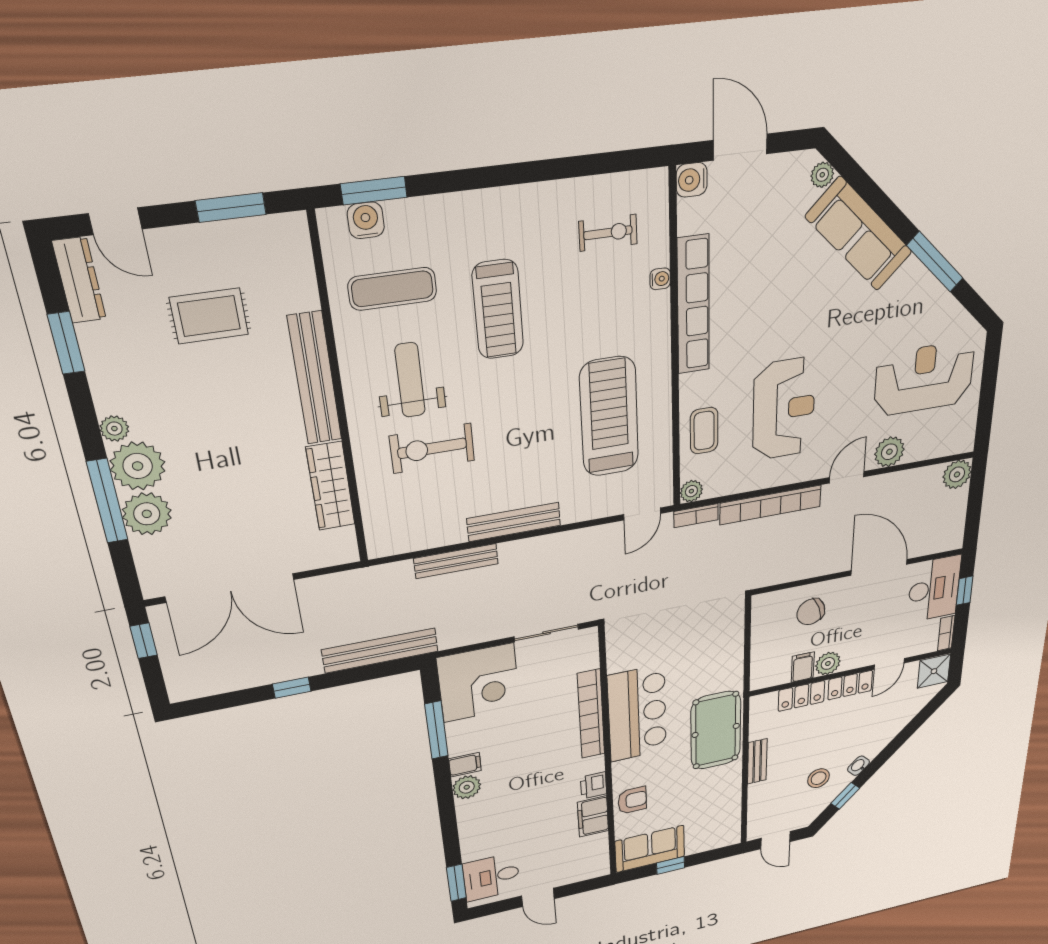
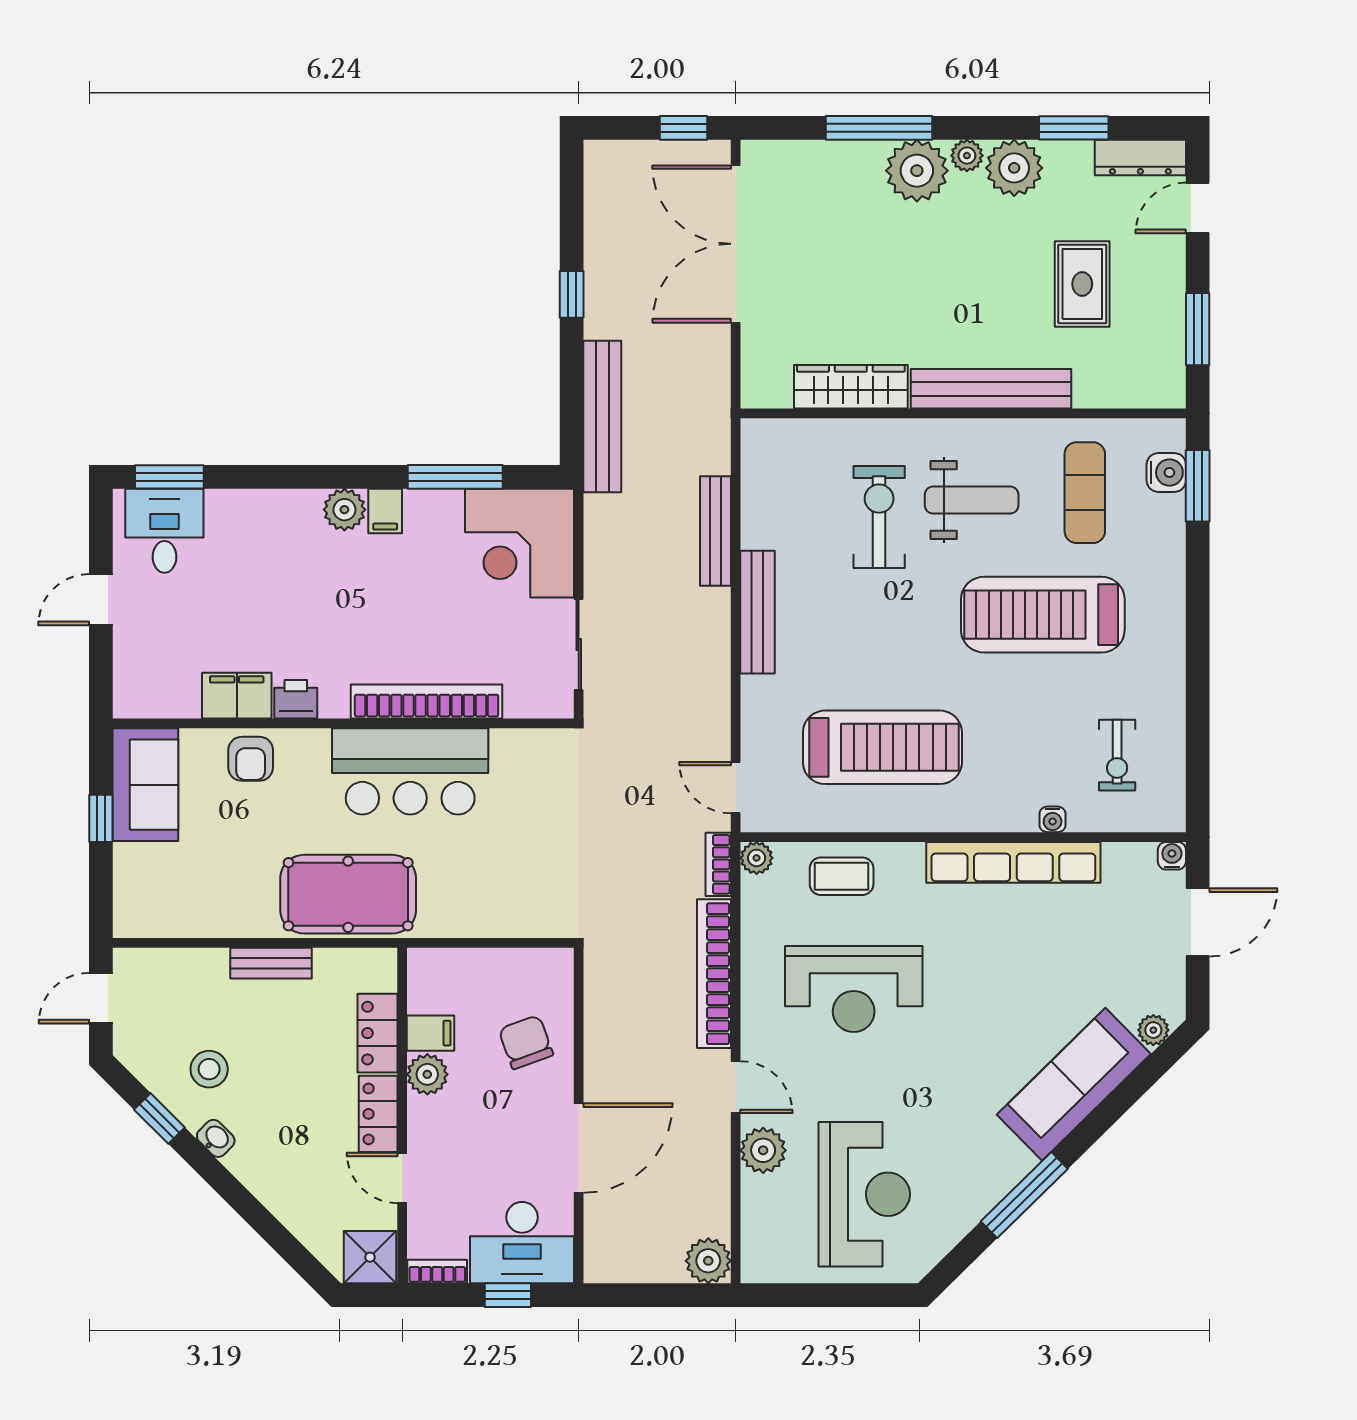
water cooler: (692, 180) -> (1172, 856), width x0.72, depth x0.72
treadmill: (498, 310) -> (1043, 615), width x1.37, depth x1.37
plant: (147, 514) -> (1014, 168), moved

